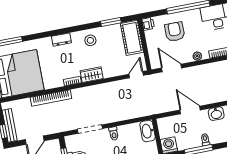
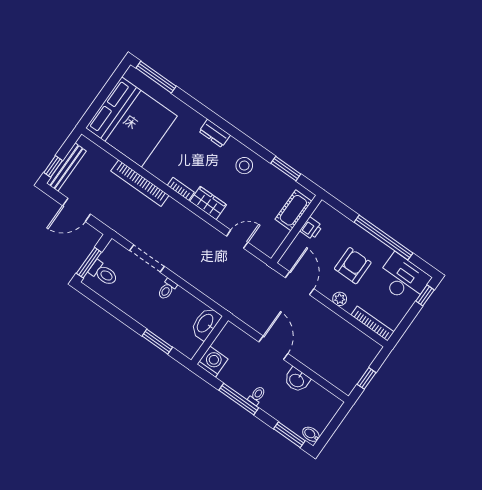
printer: (148, 24) -> (311, 228), moved
armchair: (175, 32) -> (353, 266), moved
cot: (132, 38) -> (293, 210), width x0.73, depth x0.75
door: (136, 75) -> (237, 239), moved

